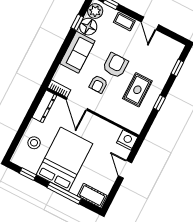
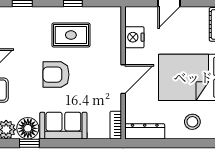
armchair: (98, 84) -> (88, 83), removed
door: (77, 104) -> (123, 79), moved
nightstand: (127, 140) -> (134, 37), moved

